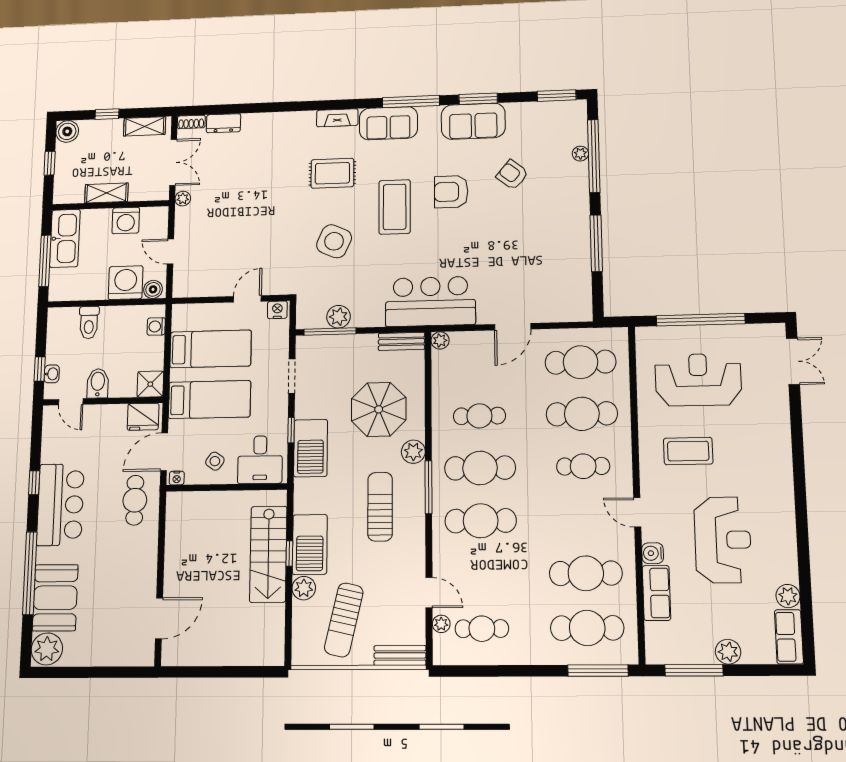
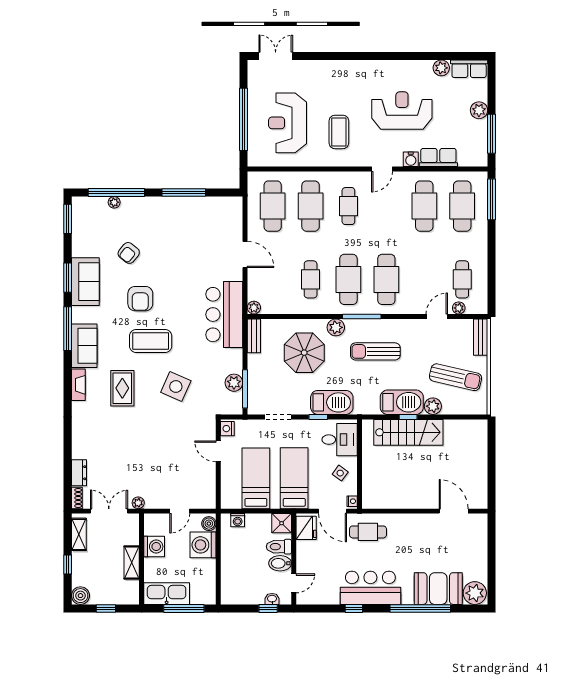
toilet: (89, 322) -> (279, 547), moved, turned 180

